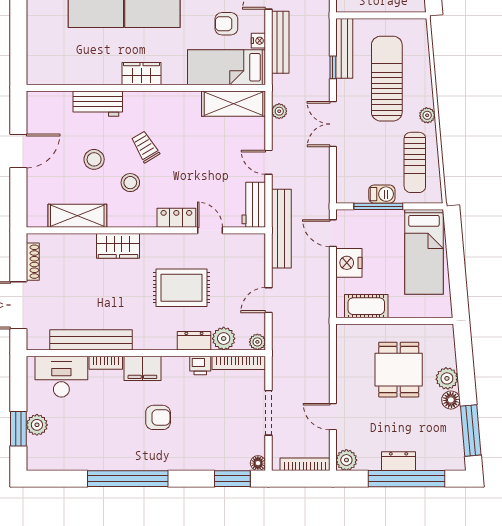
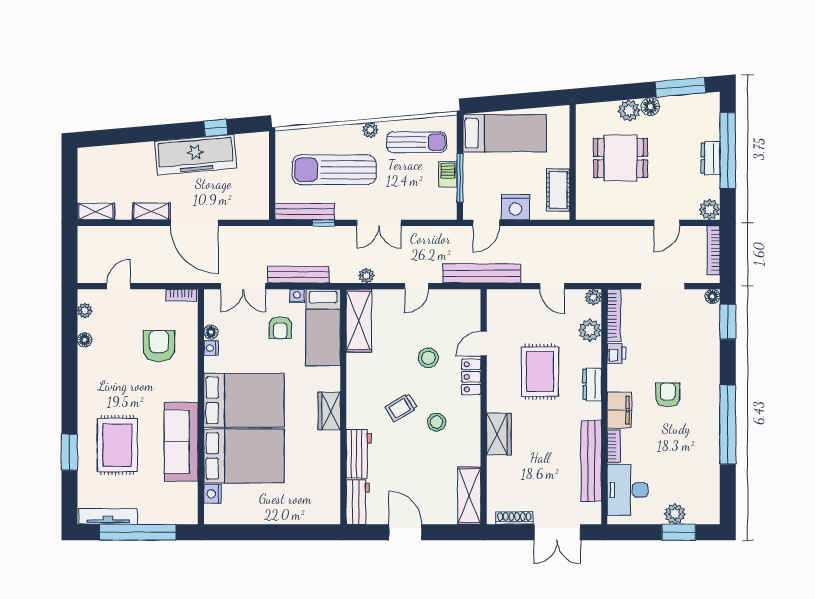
stool: (94, 159) -> (428, 358), moved
workbench: (254, 205) -> (358, 502), moved, turned -90
shelving: (77, 216) -> (469, 496), moved
dresser: (194, 341) -> (592, 384), moved

